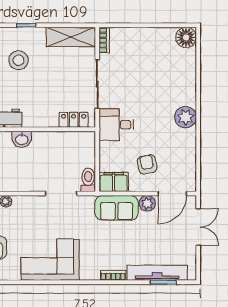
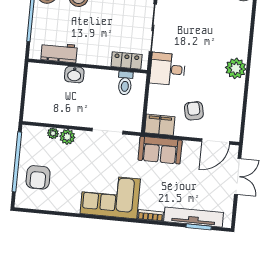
toilet: (88, 180) -> (125, 83), moved, turned 180
plant: (147, 203) -> (67, 137), moved
corner sofa: (50, 260) -> (110, 196), moved

